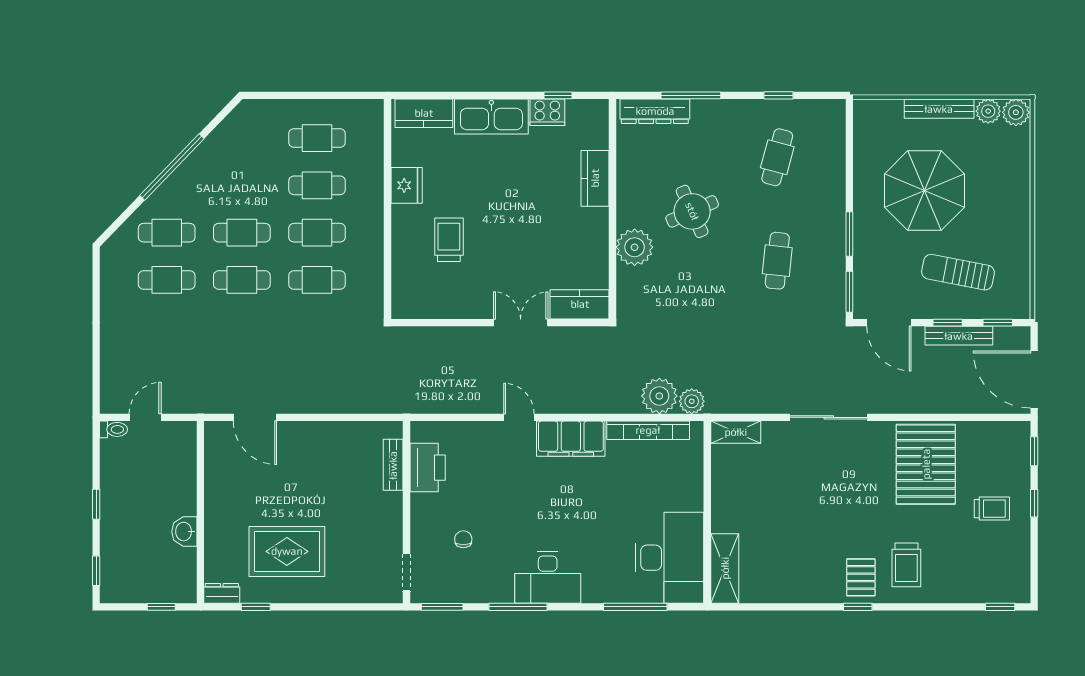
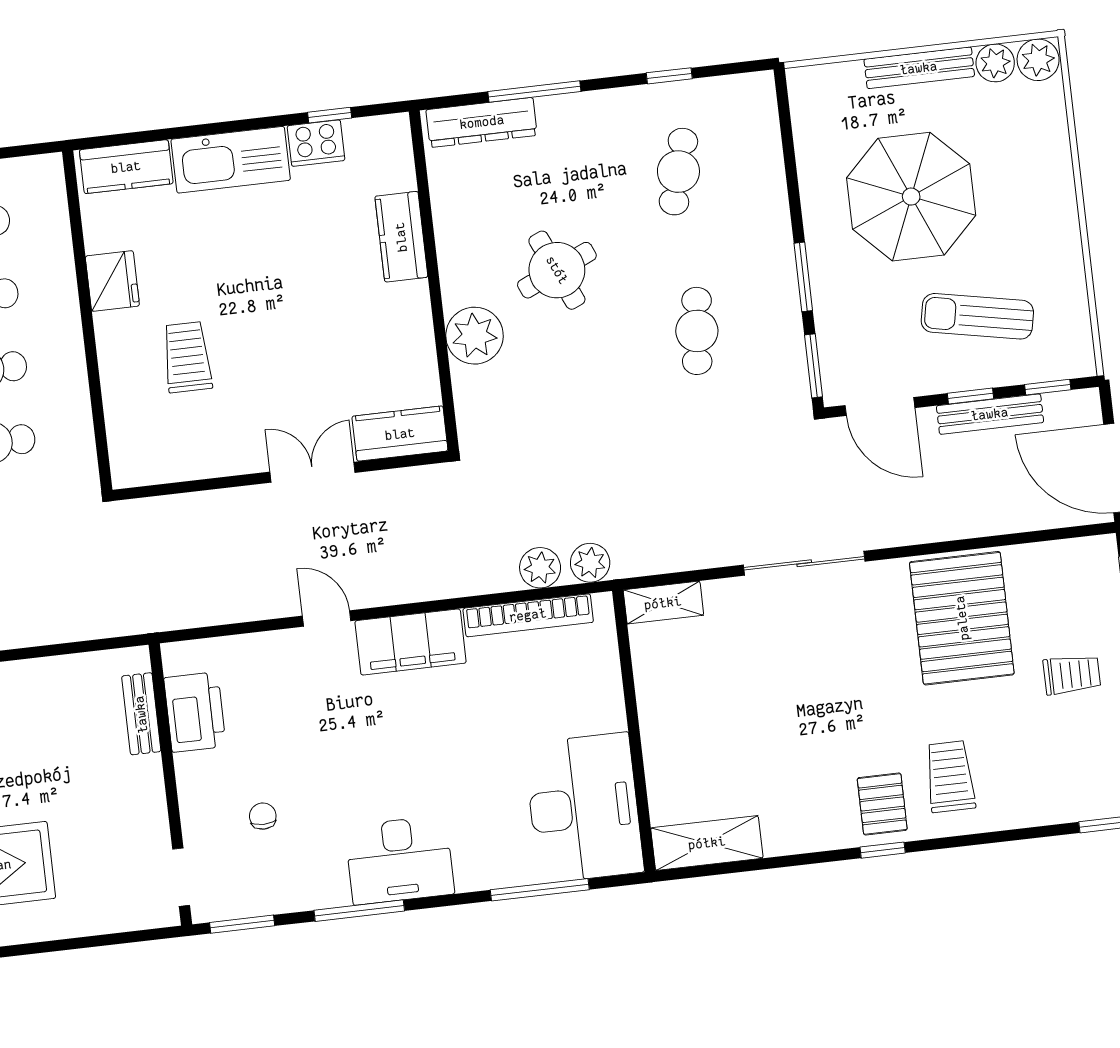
plant: (659, 396) -> (540, 568), width x0.73, depth x0.73
trolley: (906, 565) -> (950, 777), turned 180
shelving: (725, 568) -> (707, 843), moved, turned 90

